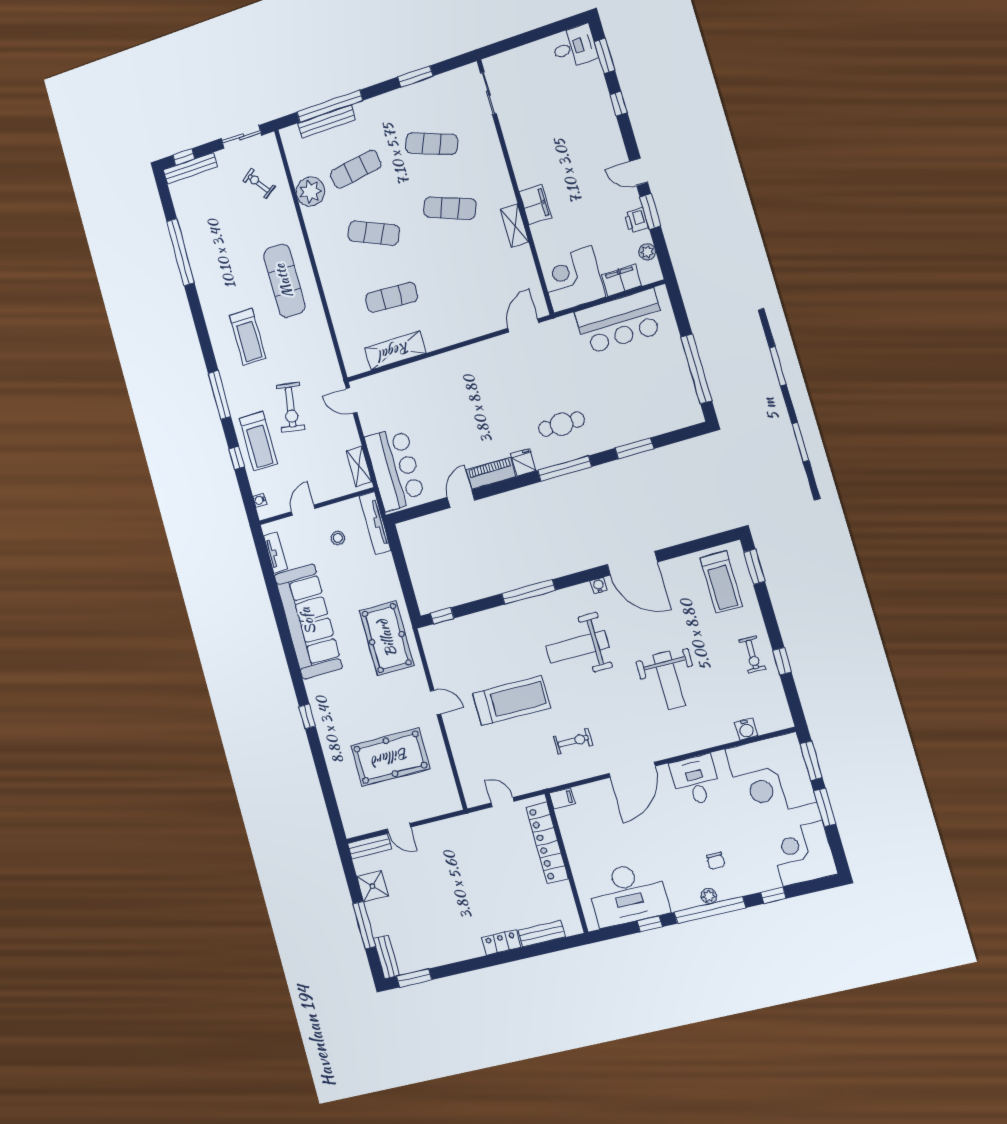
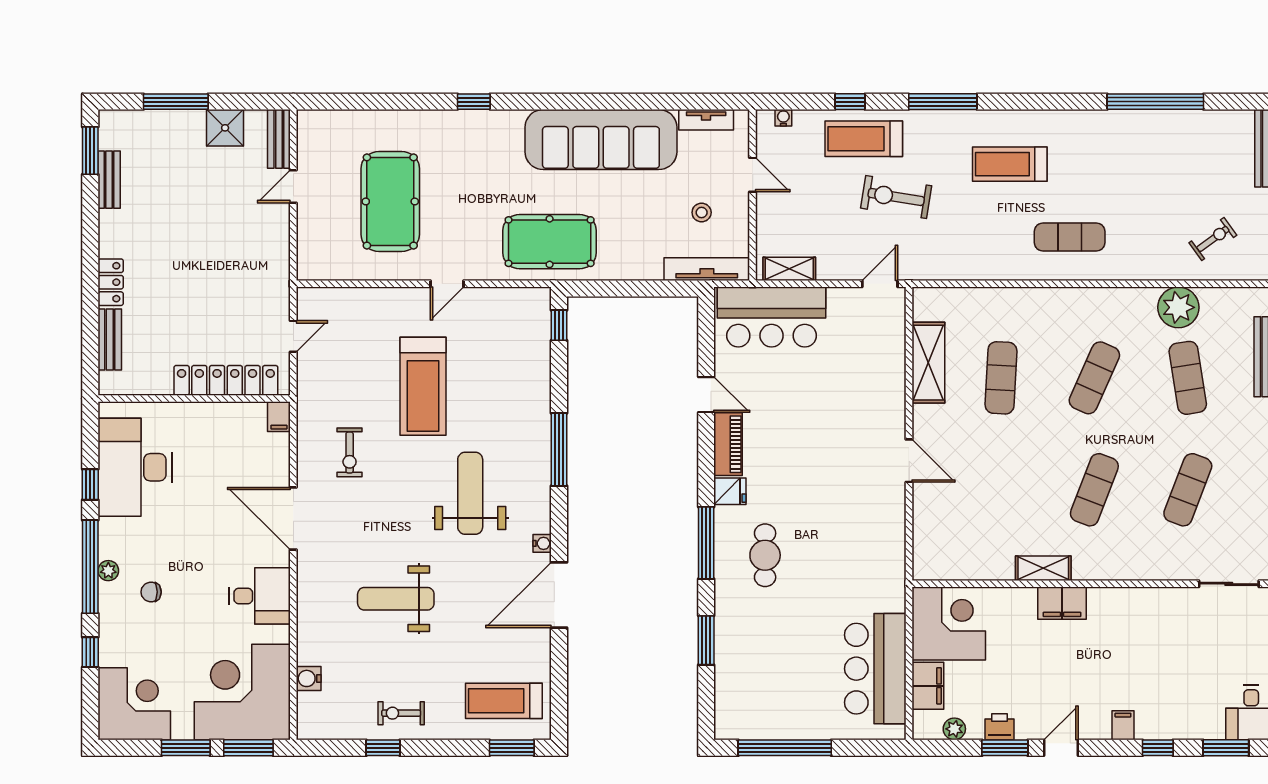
filing cabinet: (610, 133) -> (1123, 725), added
exercise mat: (284, 281) -> (1070, 237), width x0.73, depth x0.69
door: (523, 325) -> (909, 461), moved
bench: (386, 957) -> (109, 180), moved, turned 90

